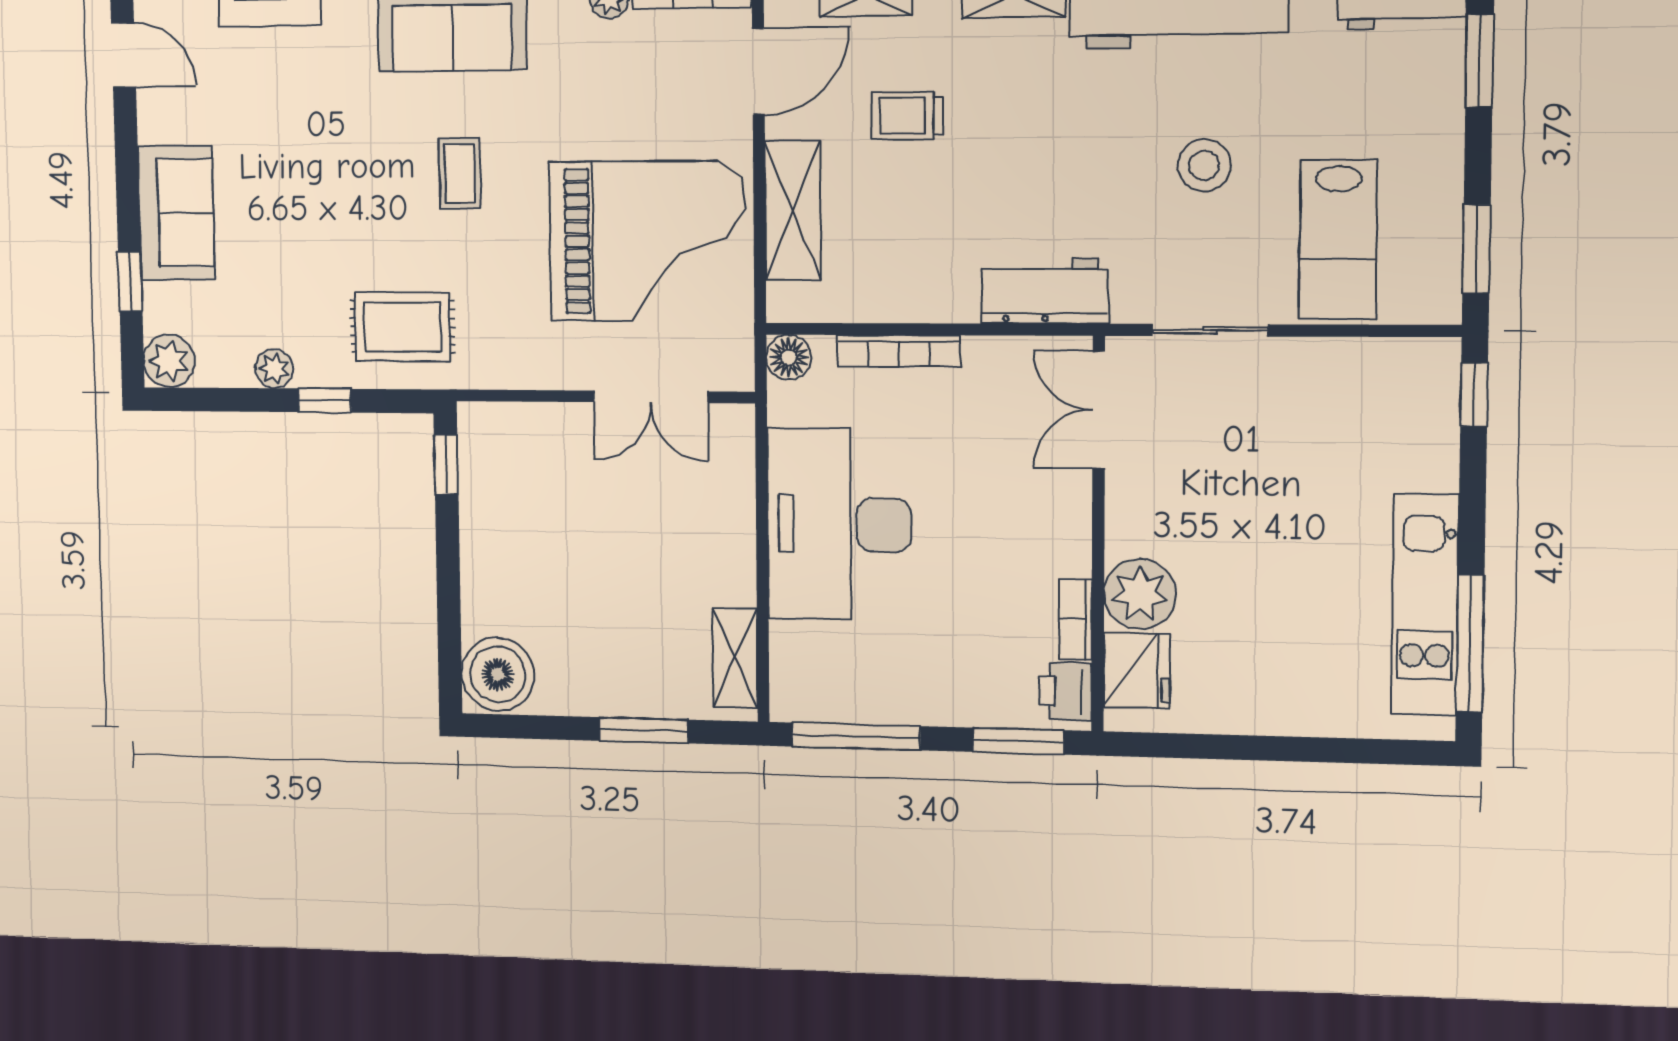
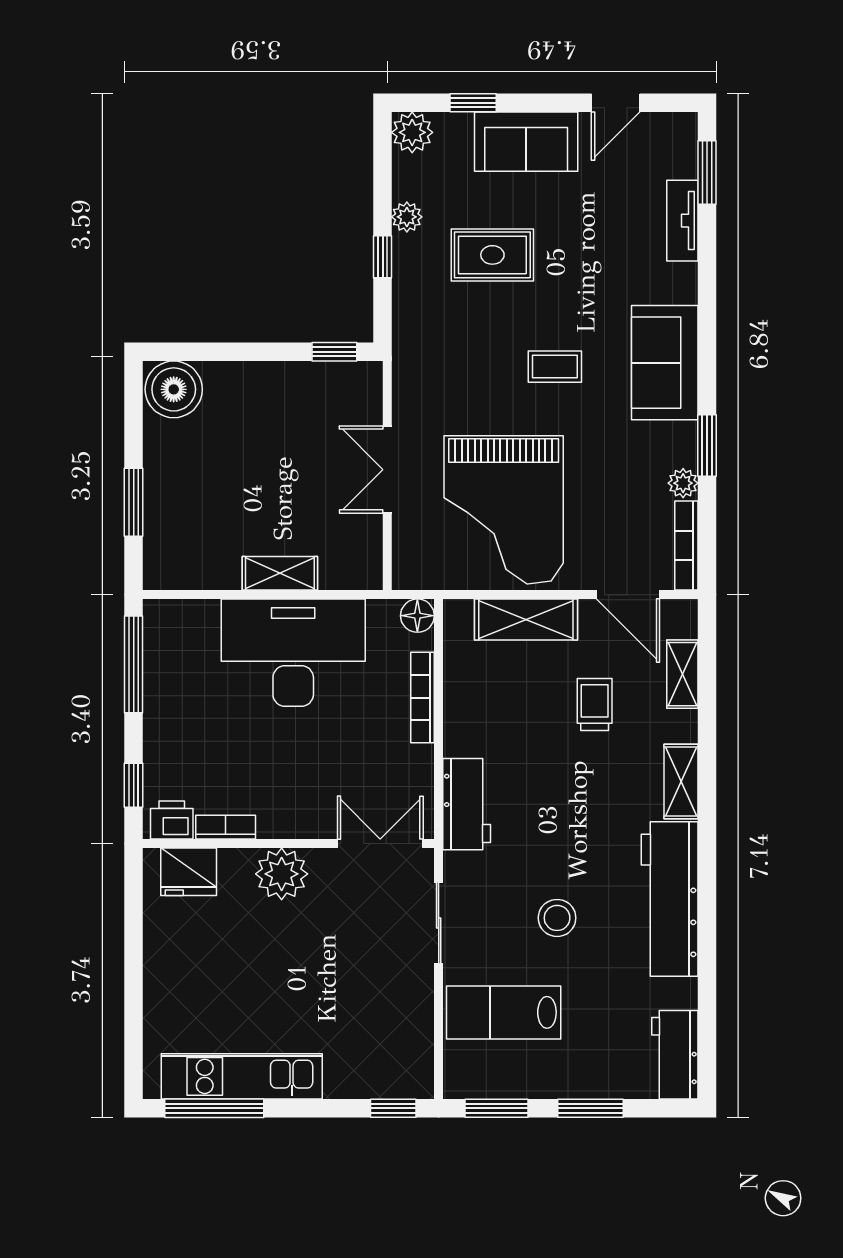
door: (124, 55) -> (616, 103), moved
window: (1480, 61) -> (590, 1108), moved
rug: (402, 327) -> (492, 255), moved, turned 90
double door: (650, 397) -> (387, 470), moved
plant: (1140, 594) -> (282, 874), moved
shelving: (735, 658) -> (280, 573), moved
window: (1018, 741) -> (134, 785), width x0.67

